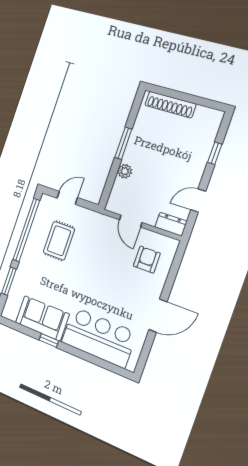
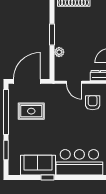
door: (67, 198) -> (27, 81), width x1.87
rug: (59, 241) -> (31, 111), turned 90

